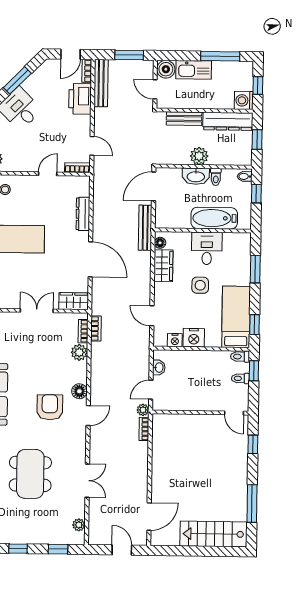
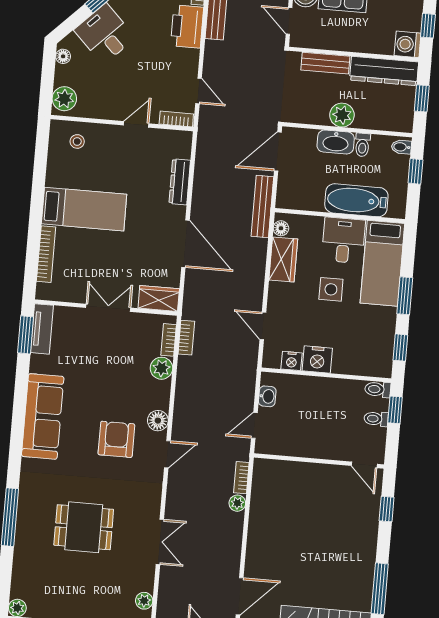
window: (255, 269) -> (405, 296), moved
bed: (236, 317) -> (382, 263), moved, turned 180
plant: (143, 410) -> (237, 503), moved
dining table: (30, 474) -> (84, 527), width x0.73

